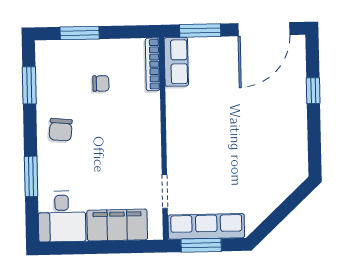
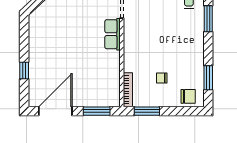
window: (80, 33) -> (147, 111), moved
row of seats: (176, 62) -> (113, 34), moved
chair: (61, 130) -> (188, 96), moved, turned 85

